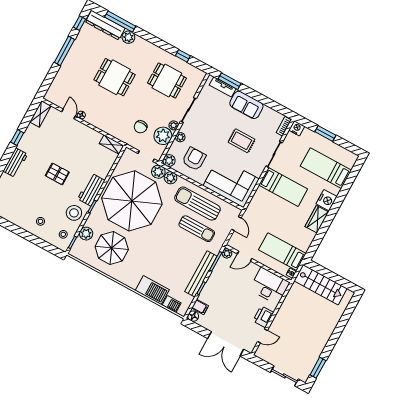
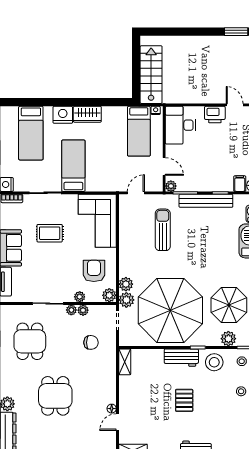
plant: (163, 136) -> (83, 310), width x0.53, depth x0.53
rug: (241, 141) -> (50, 233), turned 90
armchair: (194, 159) -> (94, 271), turned 90
sun lounger: (197, 204) -> (137, 243), removed

